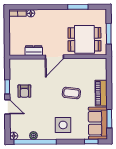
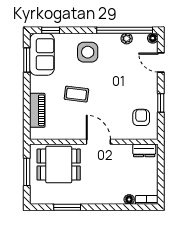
dresser: (34, 51) -> (144, 150), moved
door: (54, 57) -> (98, 142), hinge flipped
armchair: (24, 91) -> (141, 117), moved
piano: (101, 93) -> (37, 110), moved
door: (7, 107) -> (161, 63), moved

